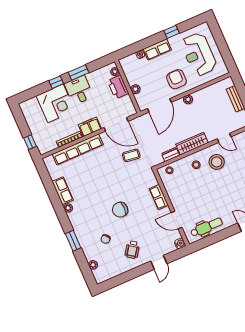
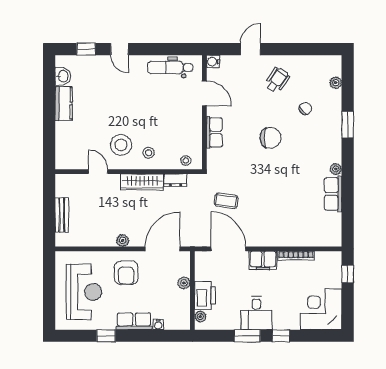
corner desk: (55, 103) -> (321, 309), moved
row of seats: (78, 149) -> (291, 238), removed

